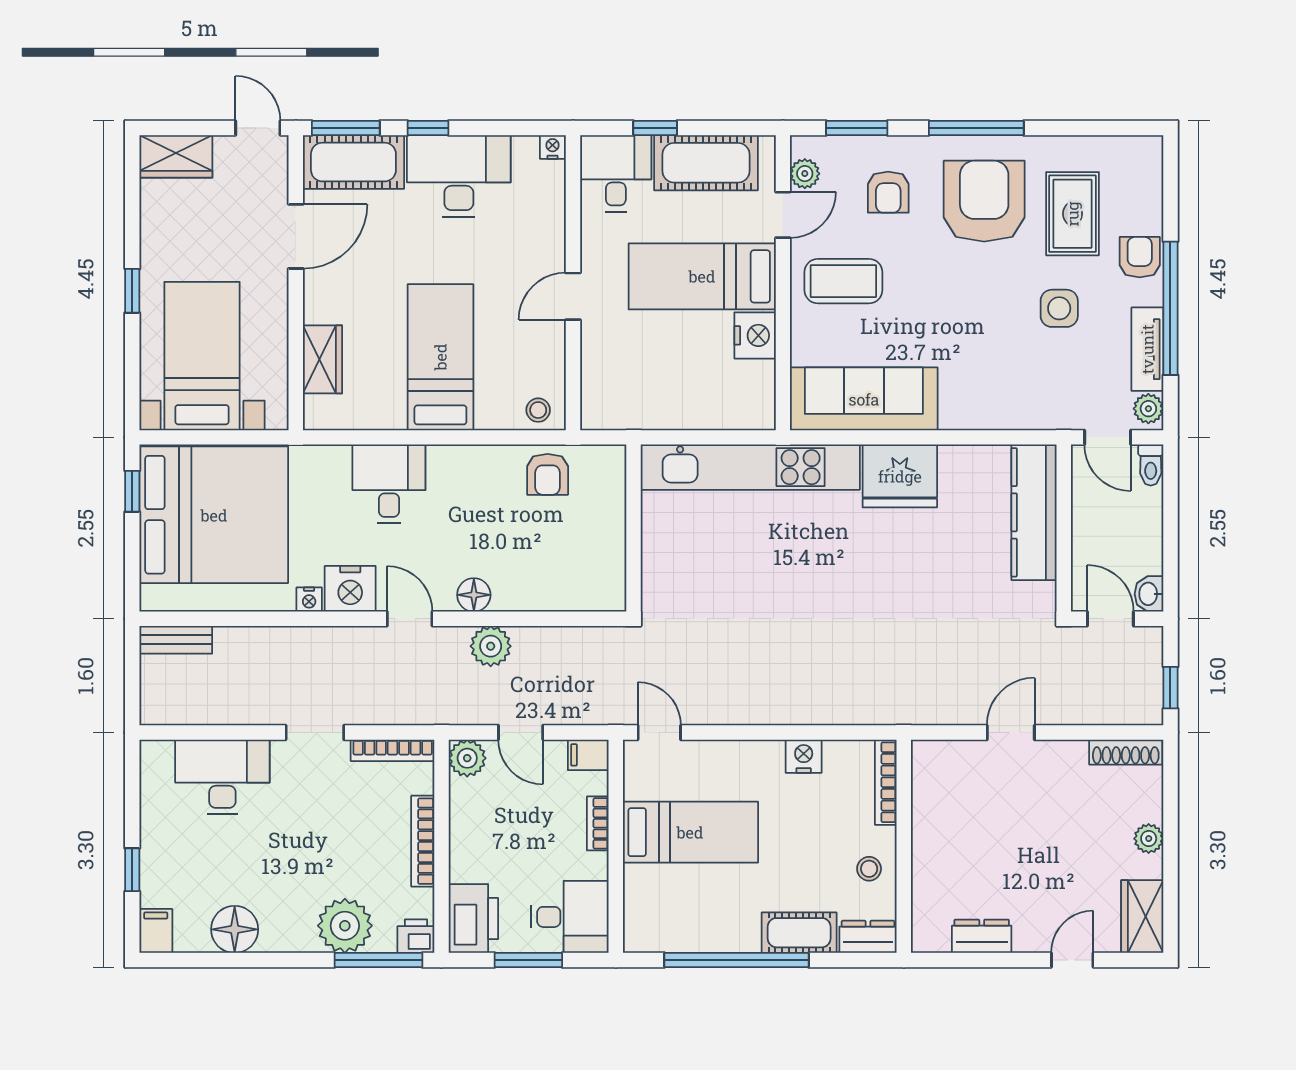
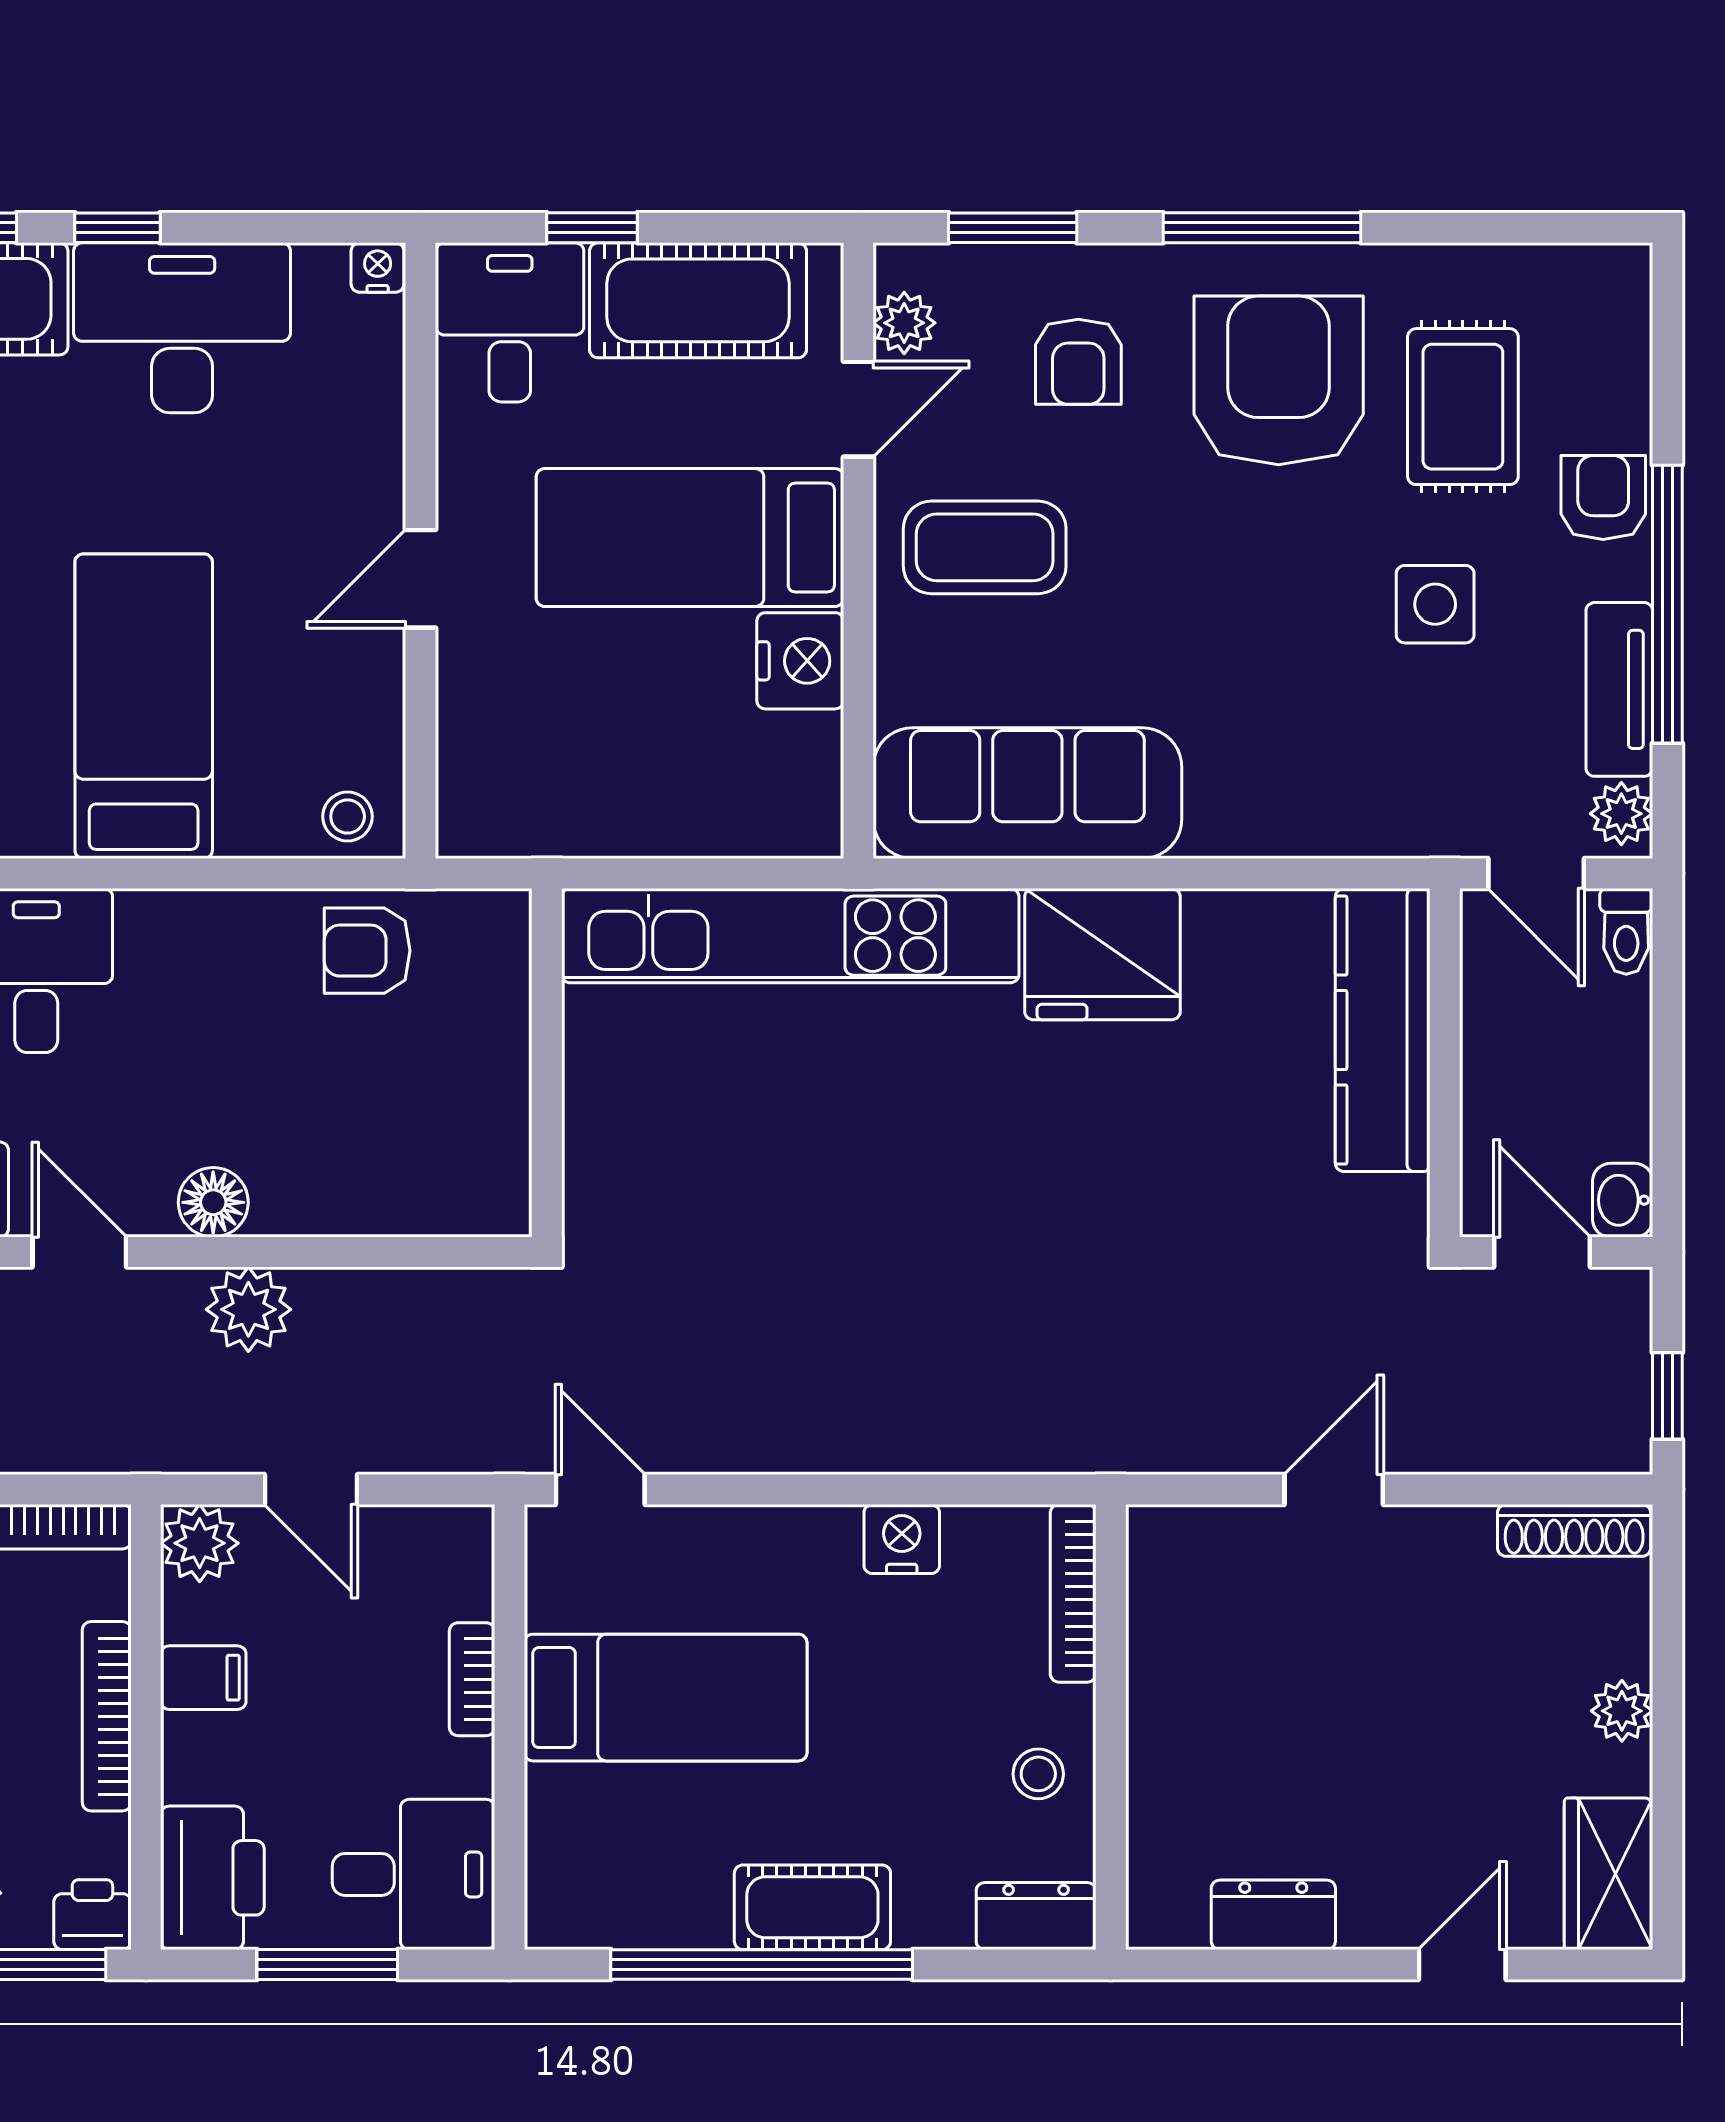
armchair: (548, 474) -> (367, 951), turned 90
filing cabinet: (588, 755) -> (203, 1678), moved, turned 180
cot: (799, 933) -> (812, 1907), moved

